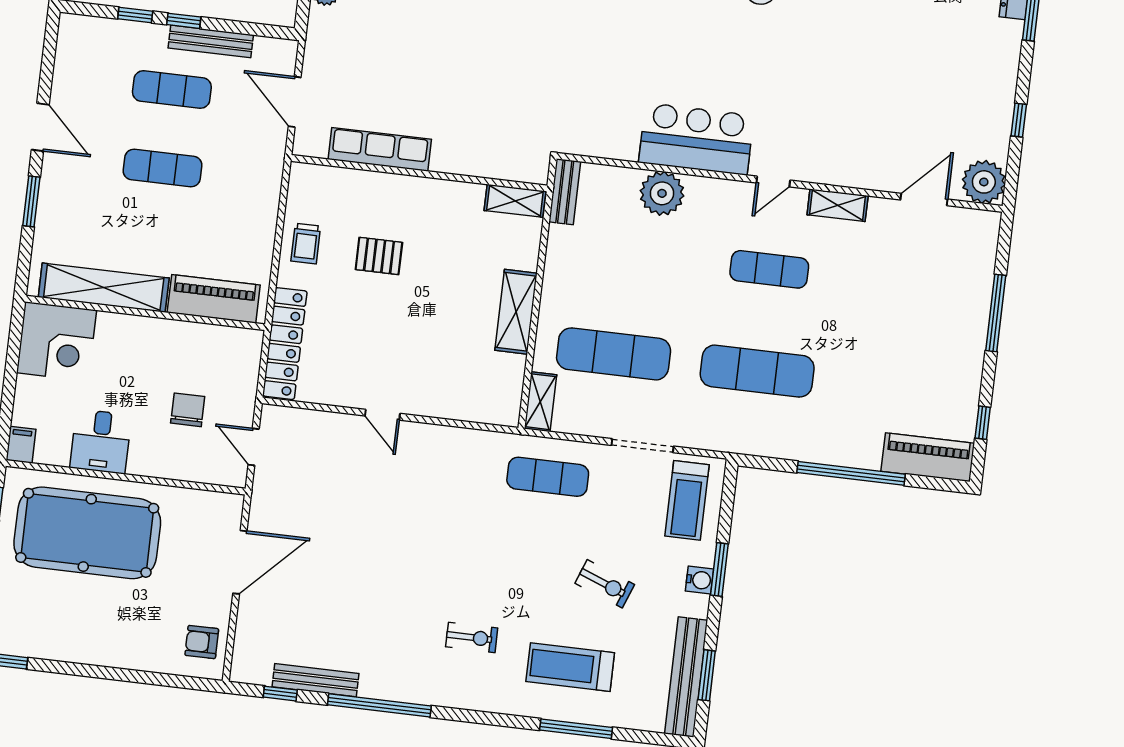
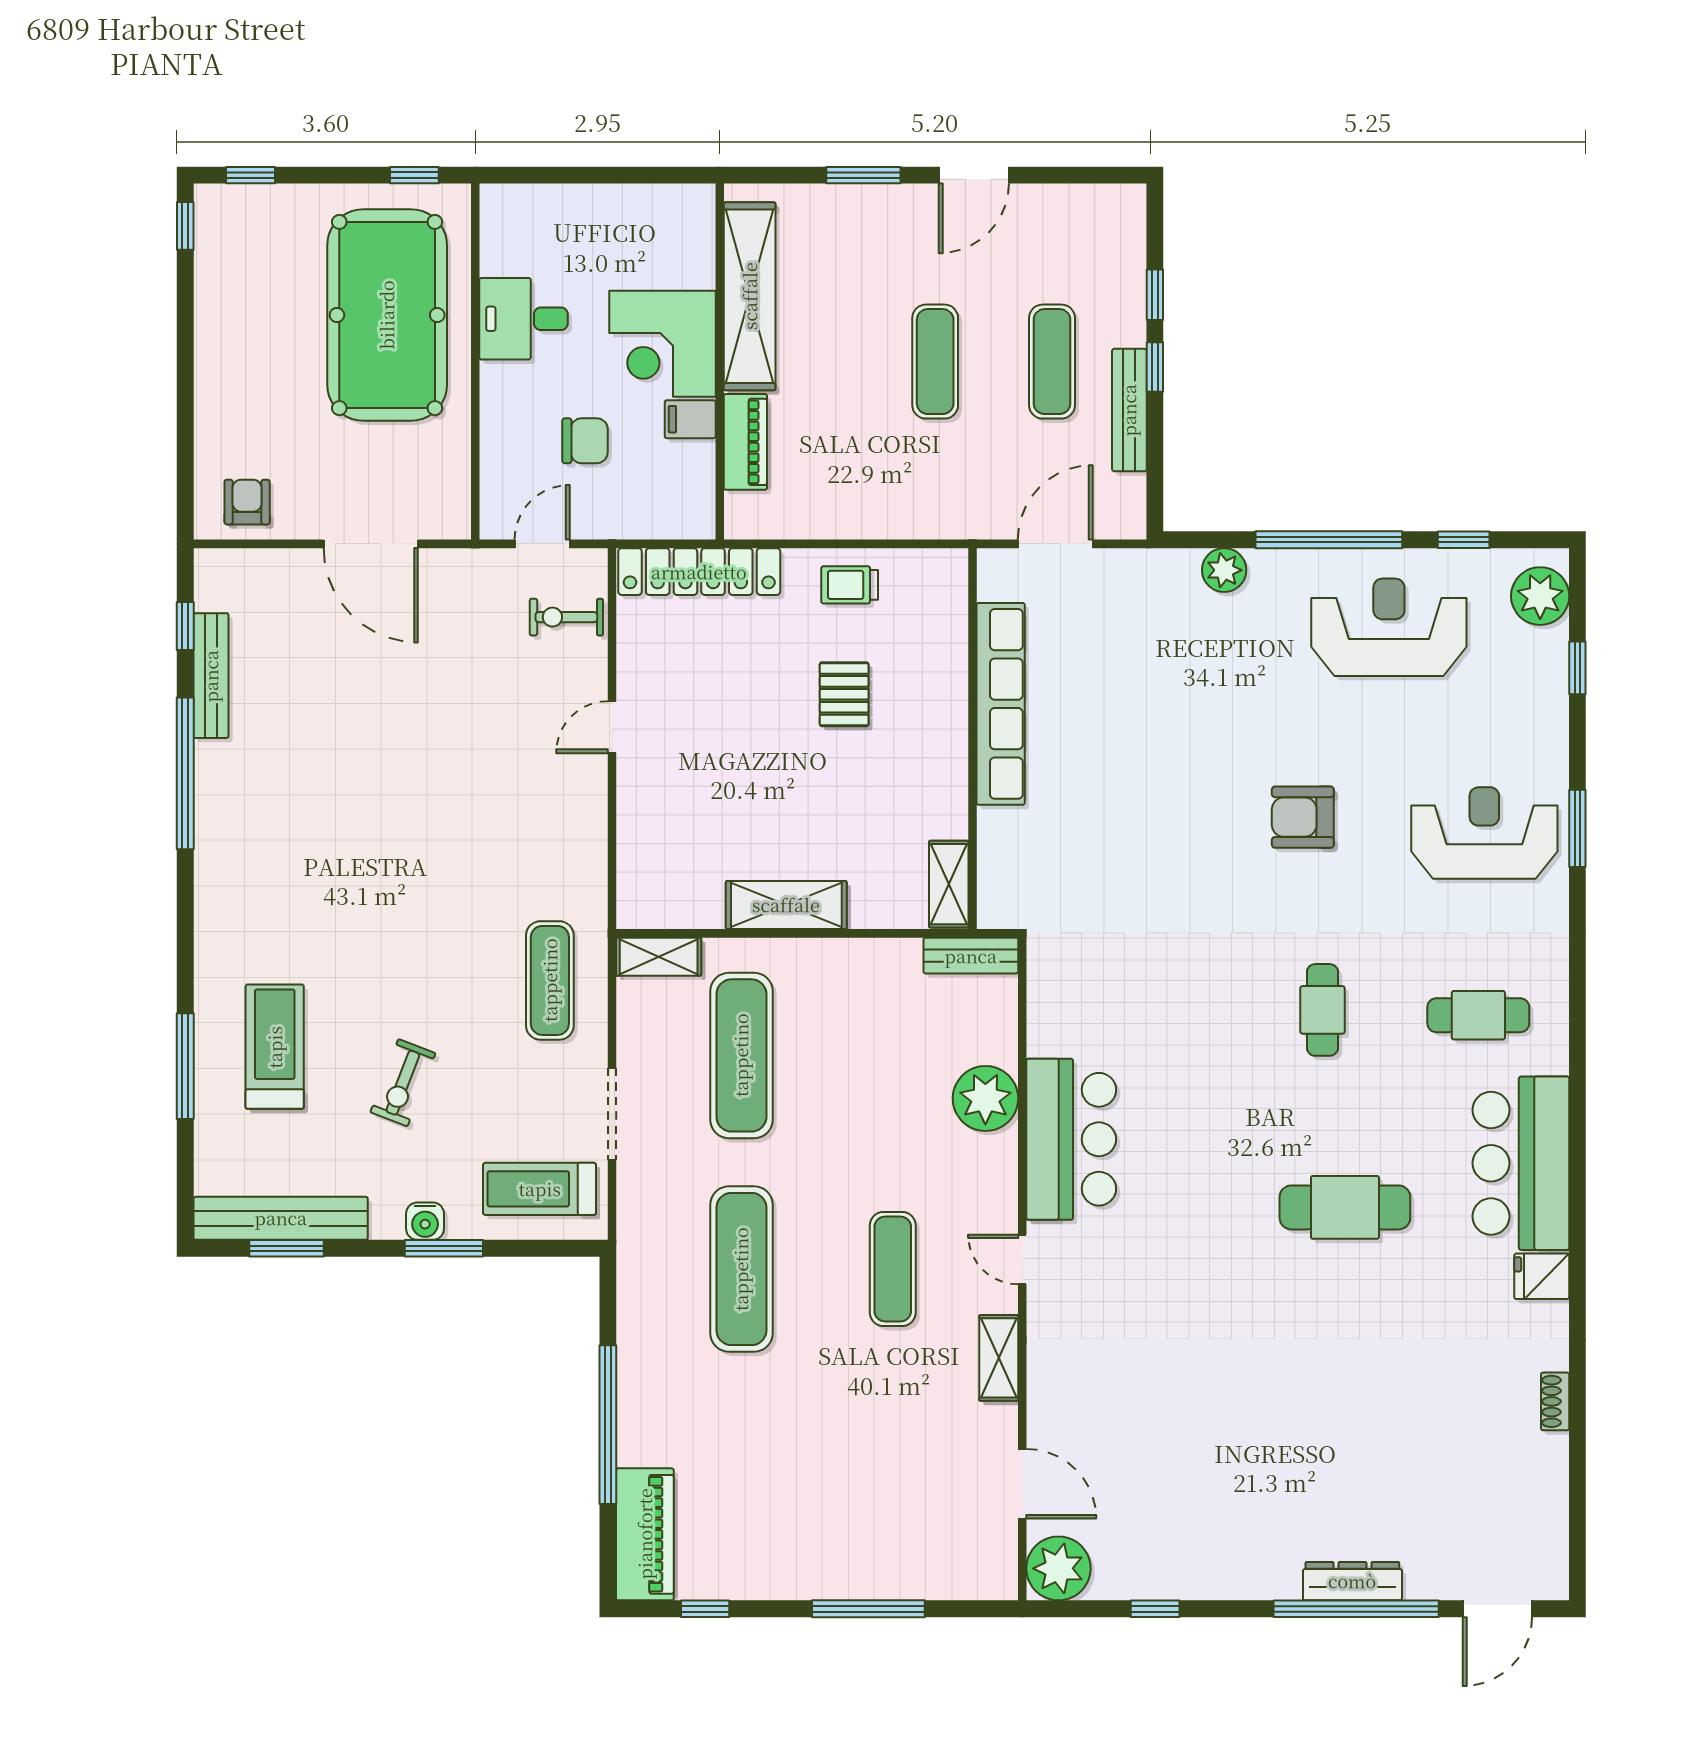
row of seats: (380, 149) -> (1001, 704), width x1.36
piano: (214, 299) -> (745, 442), width x0.73, depth x0.75
corner desk: (57, 341) -> (662, 344), moved
filing cabinet: (21, 445) -> (690, 419), moved, turned 180
exercise bike: (472, 637) -> (566, 617), moved, turned 90

